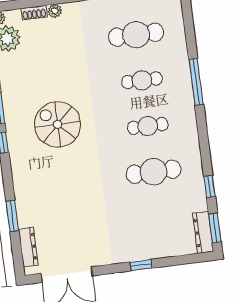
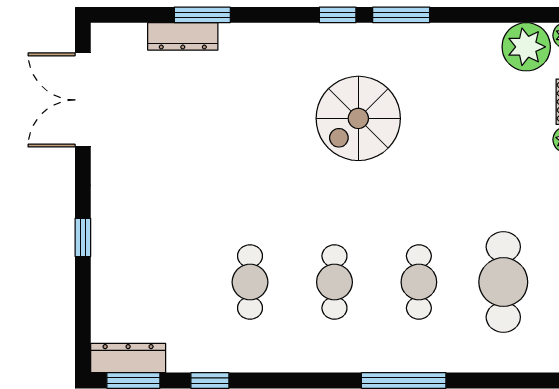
spiral stairs: (58, 124) -> (358, 118), turned 180
cafe table: (154, 172) -> (250, 282), width x0.73, depth x0.74
dresser: (28, 247) -> (183, 36), moved

